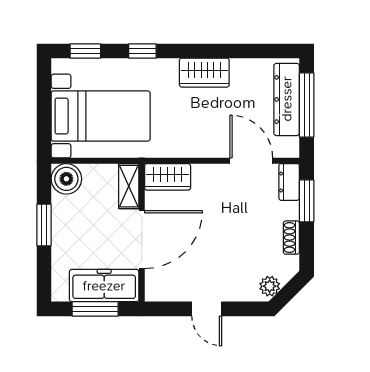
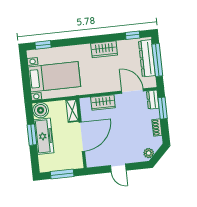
window: (142, 51) -> (133, 35), moved
wardrobe: (168, 177) -> (103, 102), moved
freezer: (104, 286) -> (44, 136), moved, turned 90

